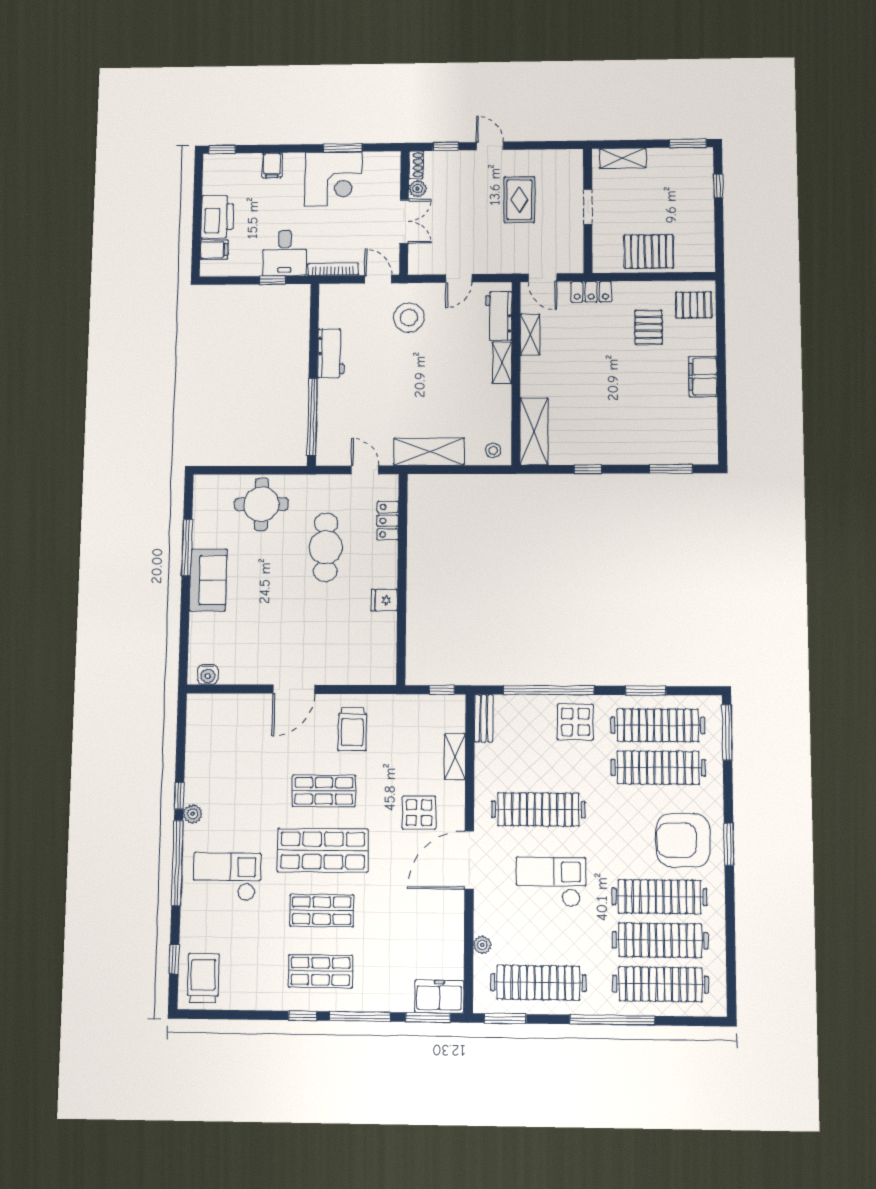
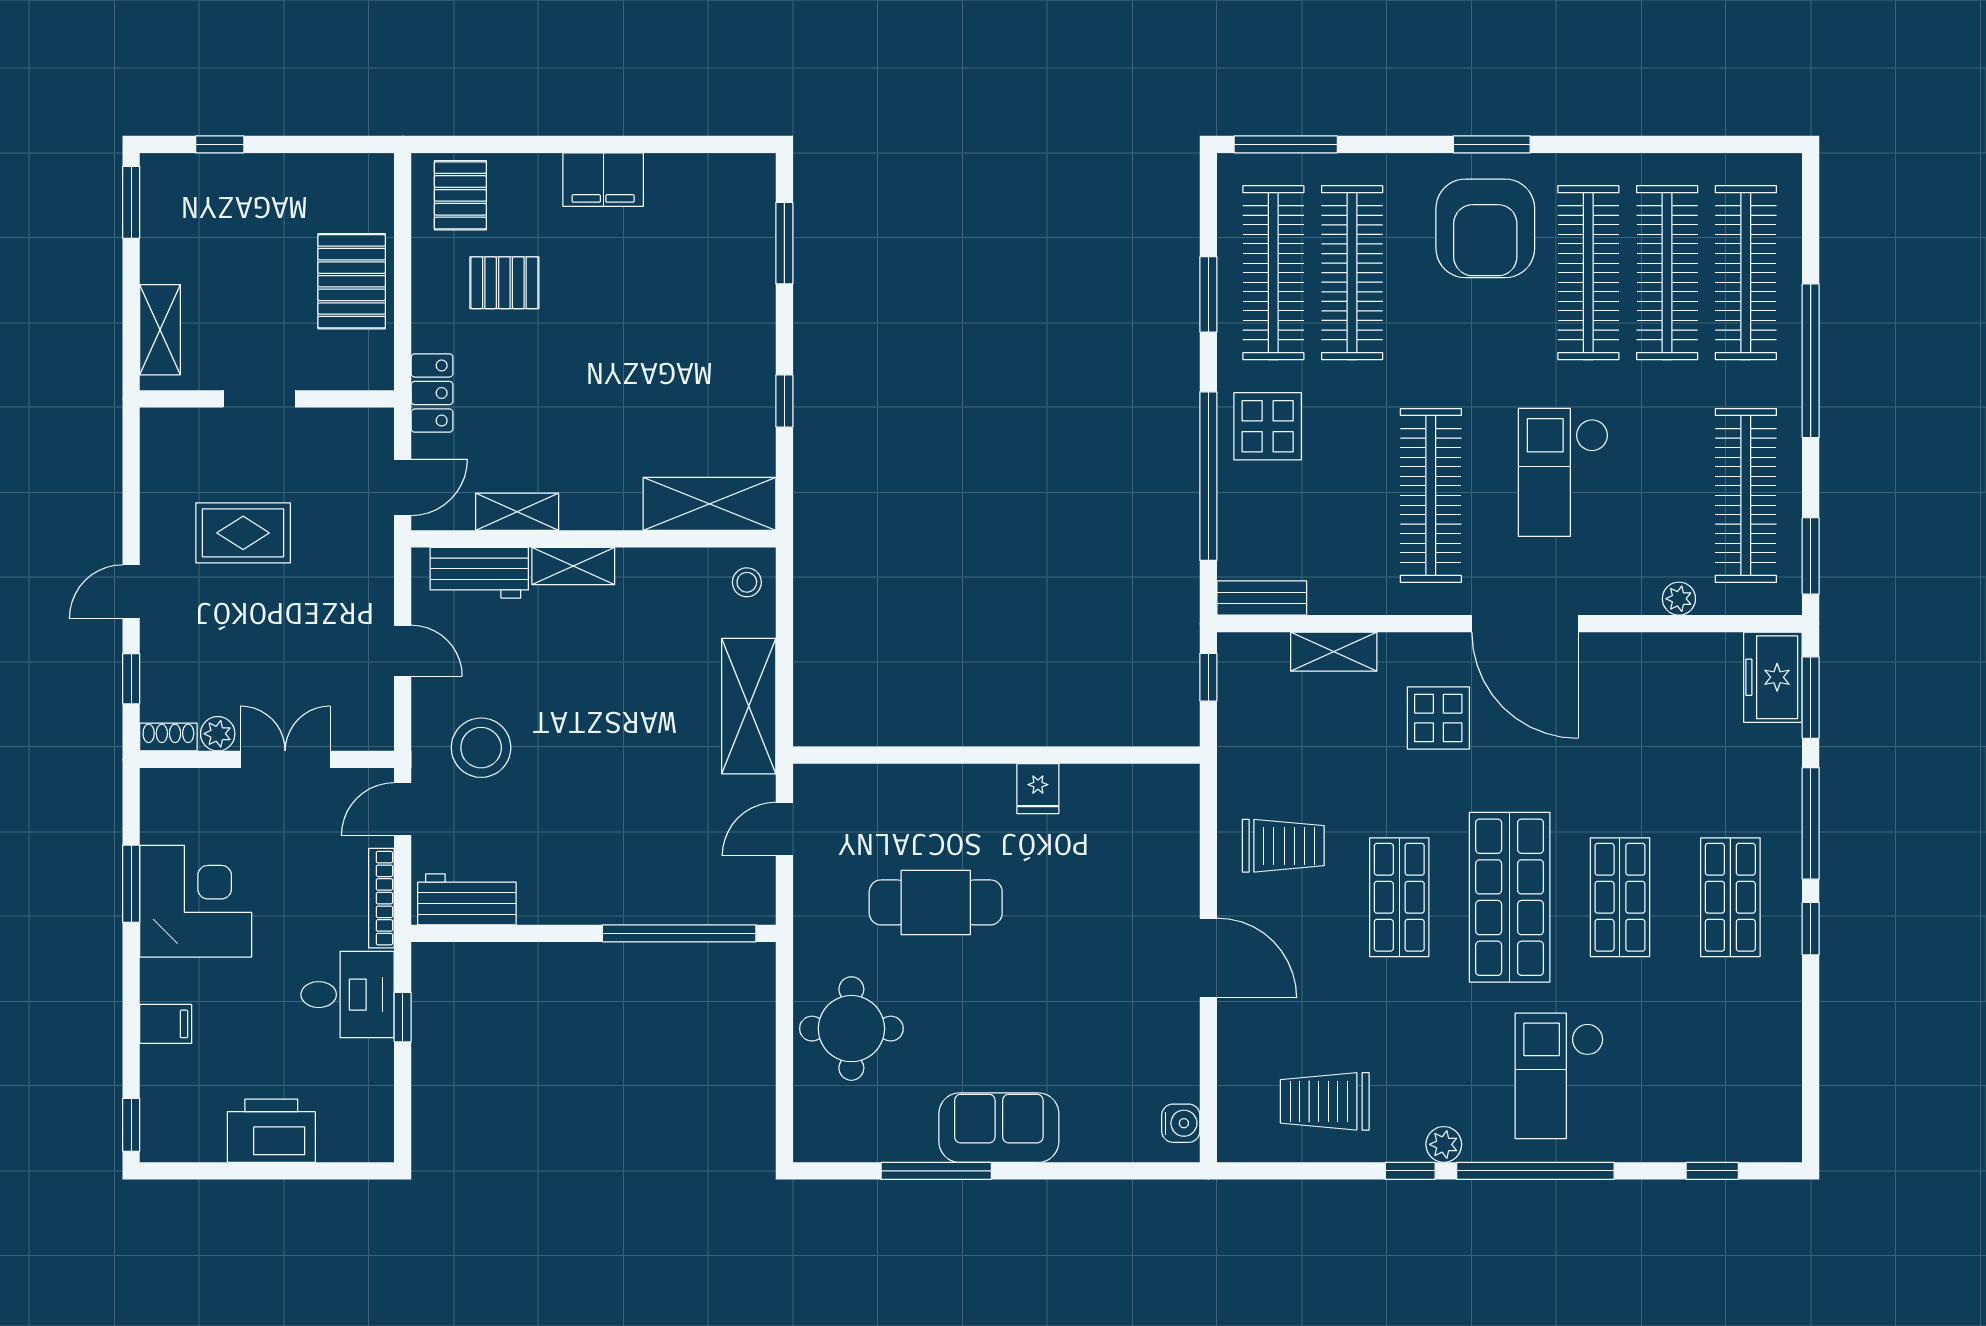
filing cabinet: (214, 250) -> (339, 1135), removed
workbench: (331, 353) -> (467, 899), moved
locker: (388, 521) -> (884, 784), removed
trolley: (203, 978) -> (1325, 1101), moved

